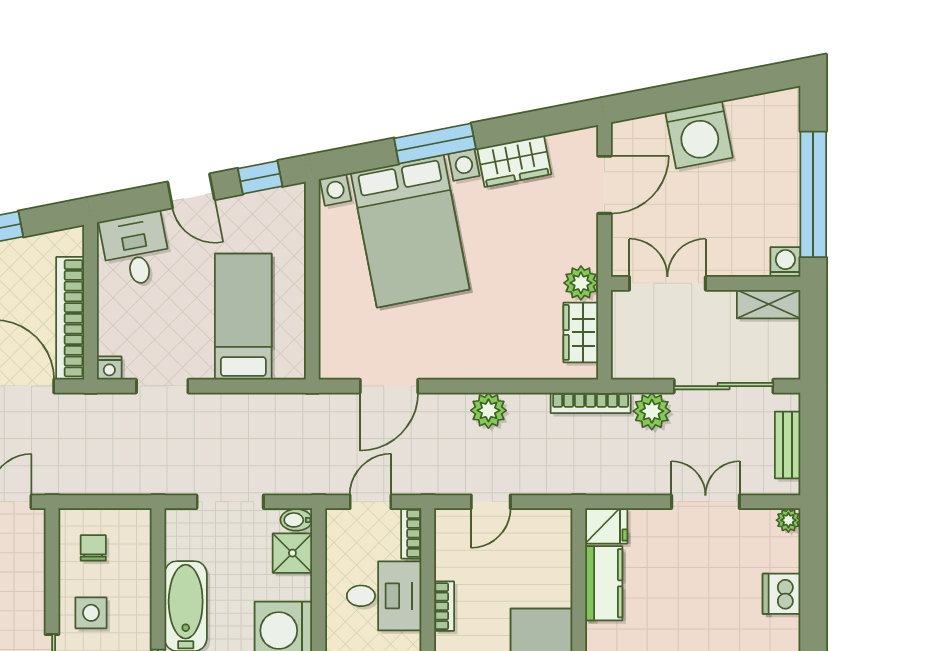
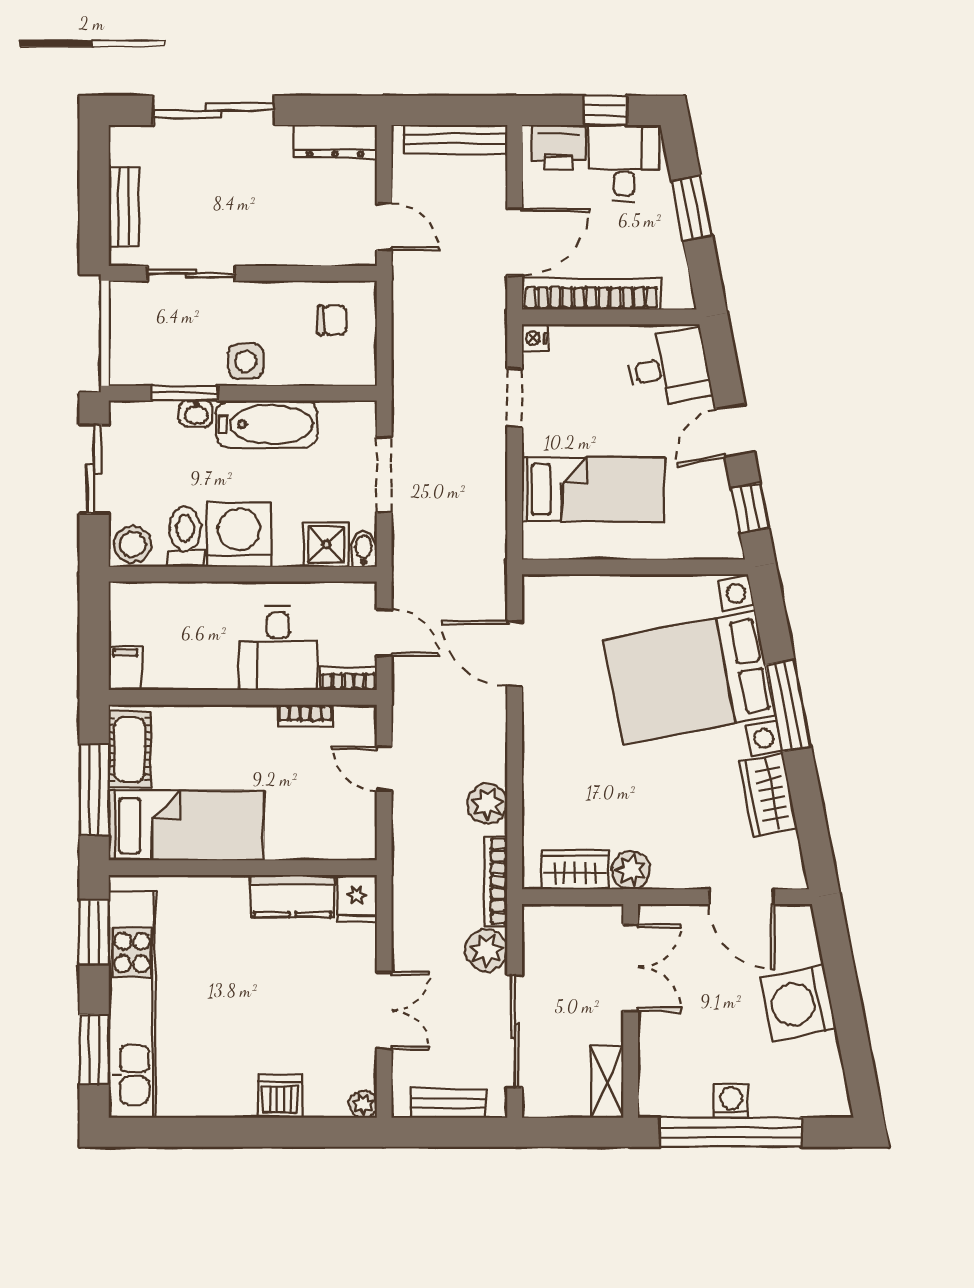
washing machine: (785, 262) -> (731, 1101), moved, turned -90
plant: (488, 410) -> (487, 804), moved
bookcase: (444, 606) -> (305, 716), moved
side table: (91, 613) -> (246, 361), moved

